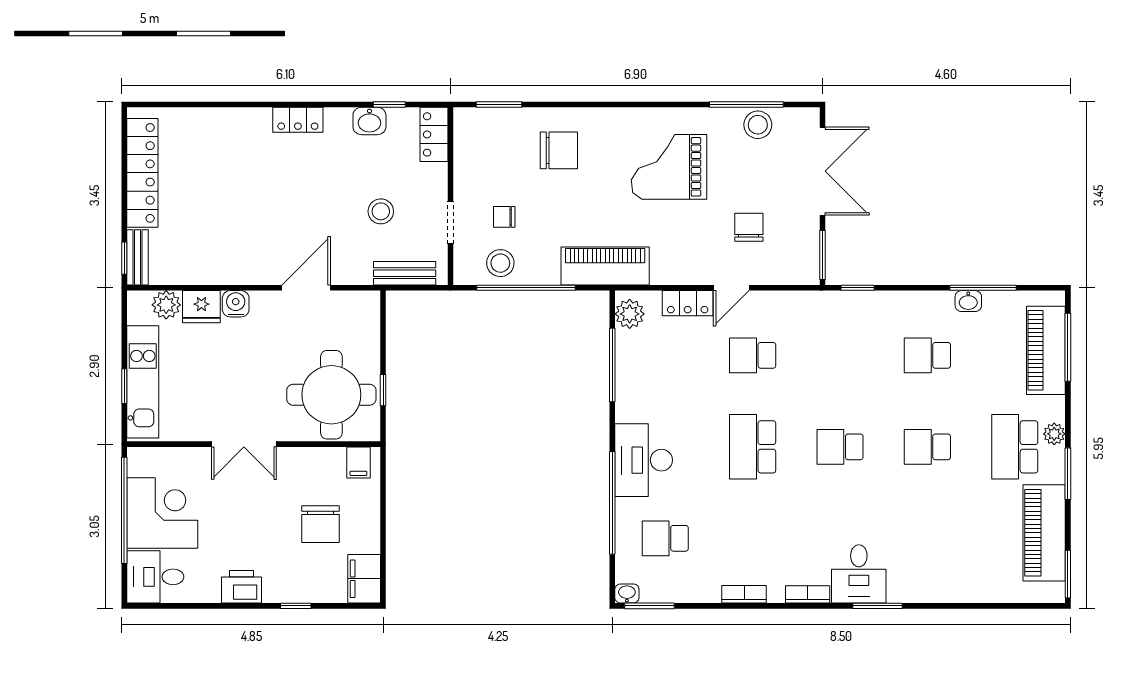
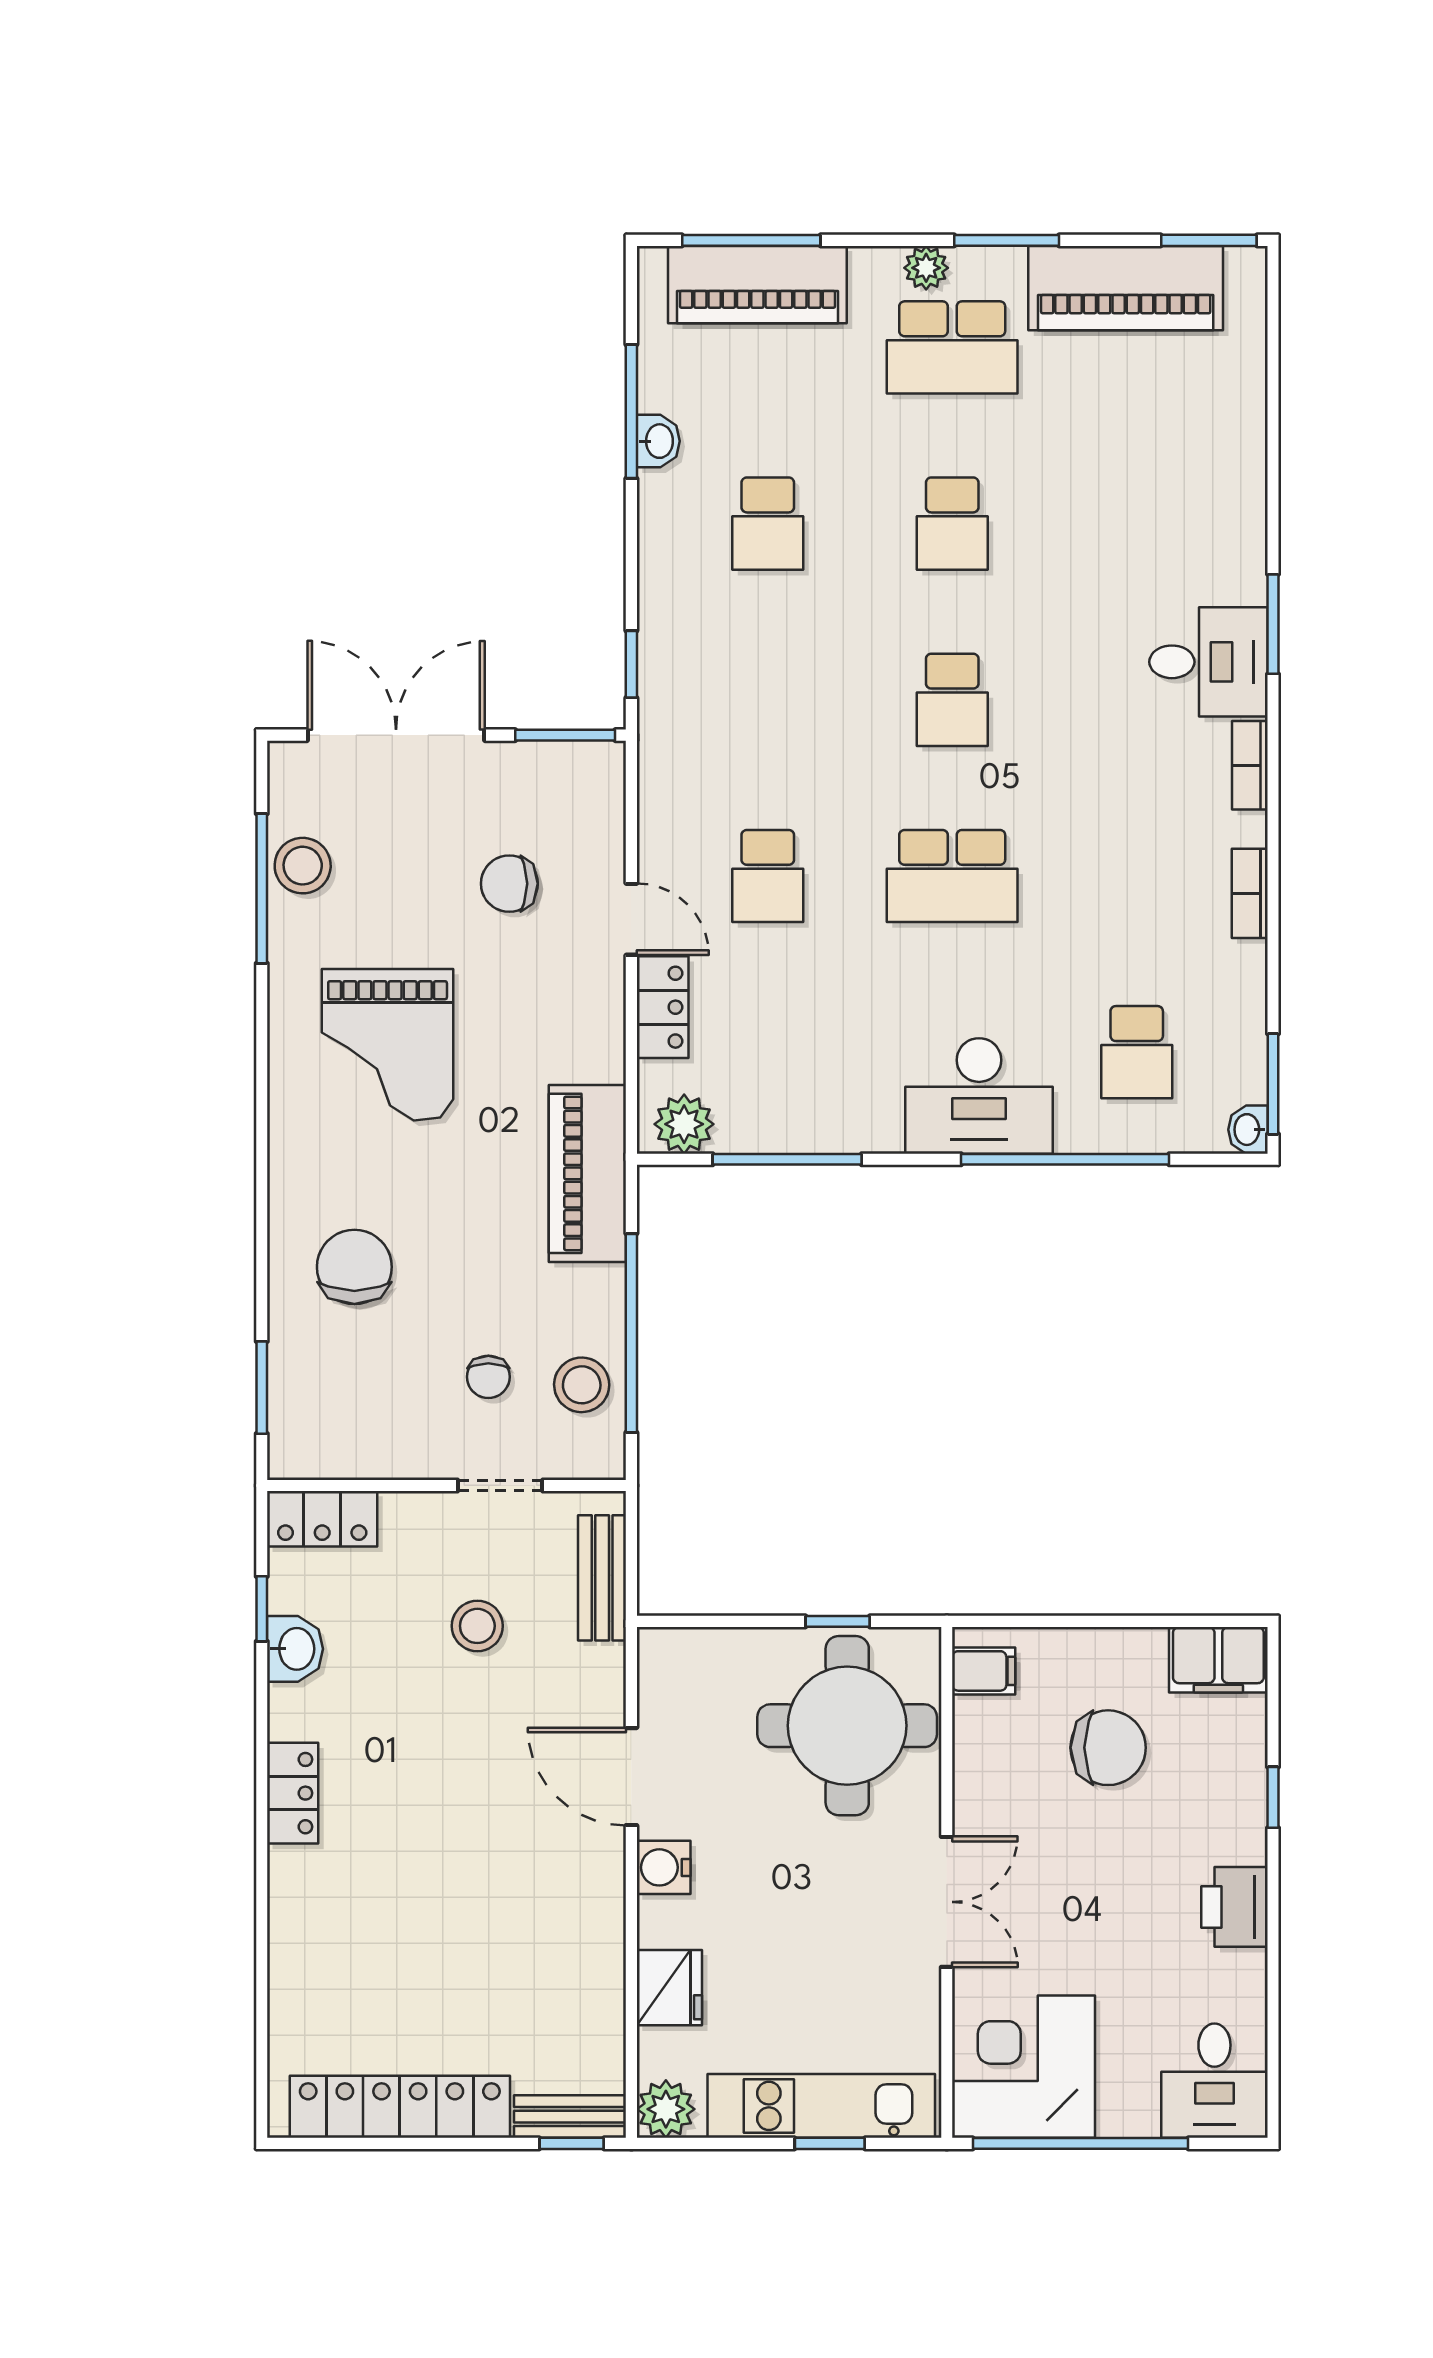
water cooler: (236, 304) -> (664, 1867), moved
plant: (166, 305) -> (666, 2109), moved
corner desk: (162, 513) -> (1024, 2067), moved

